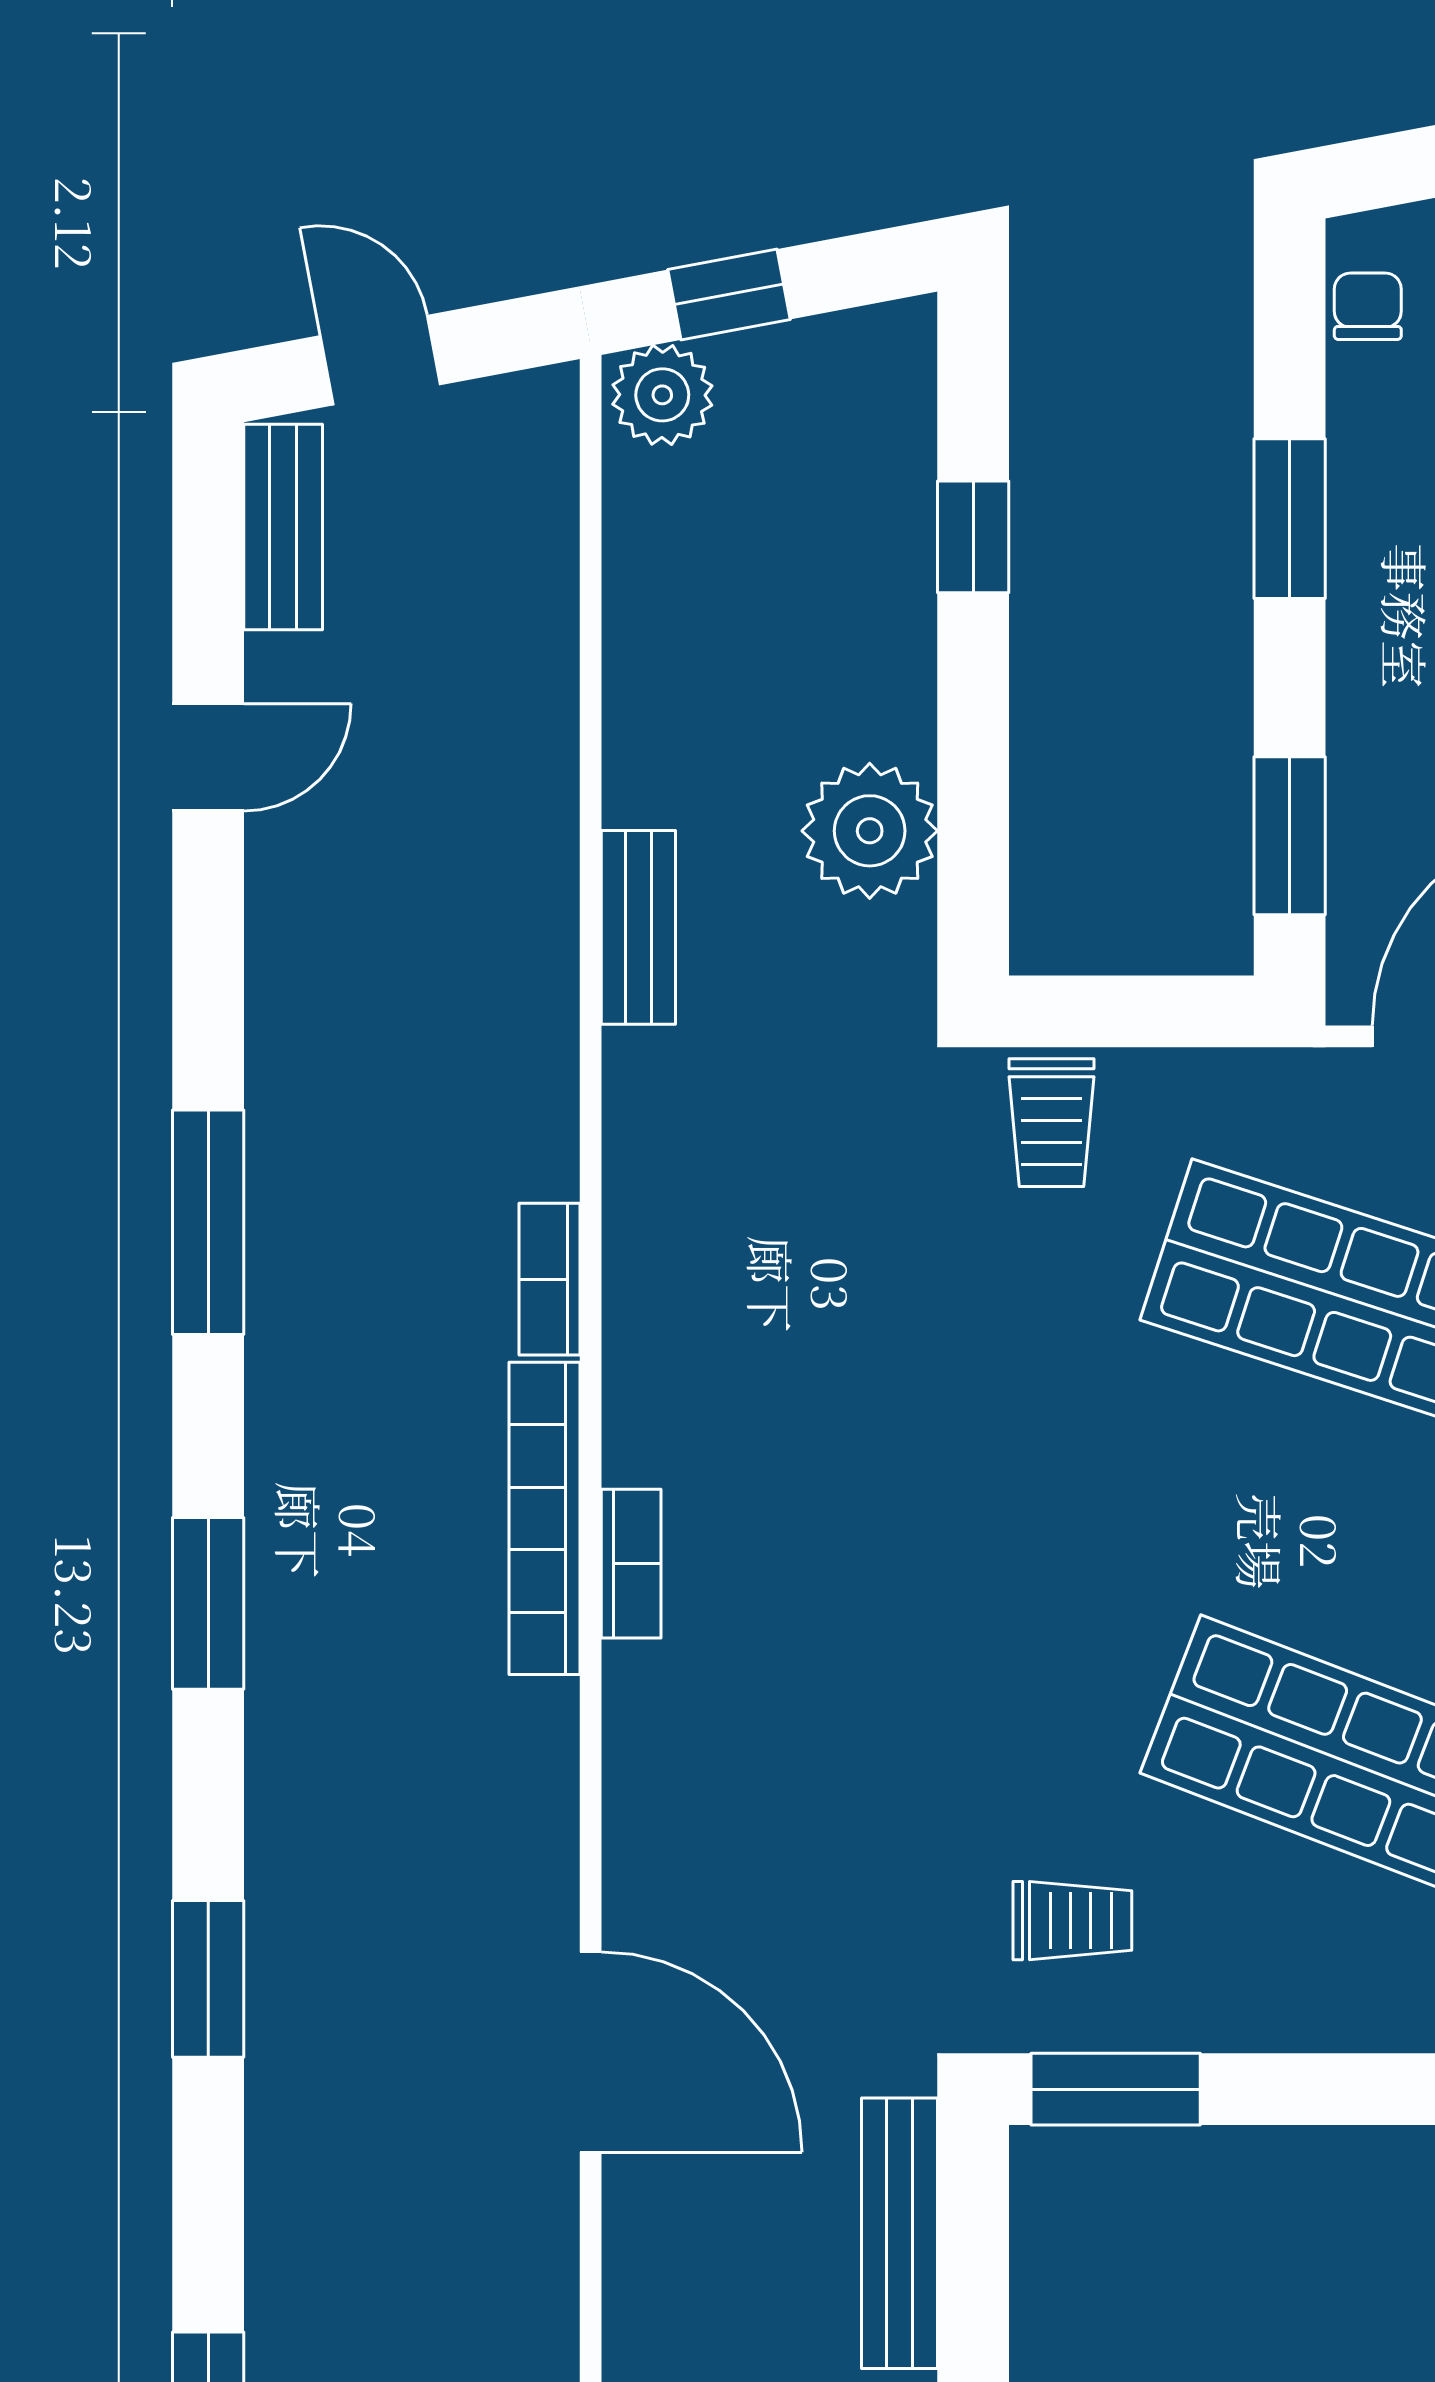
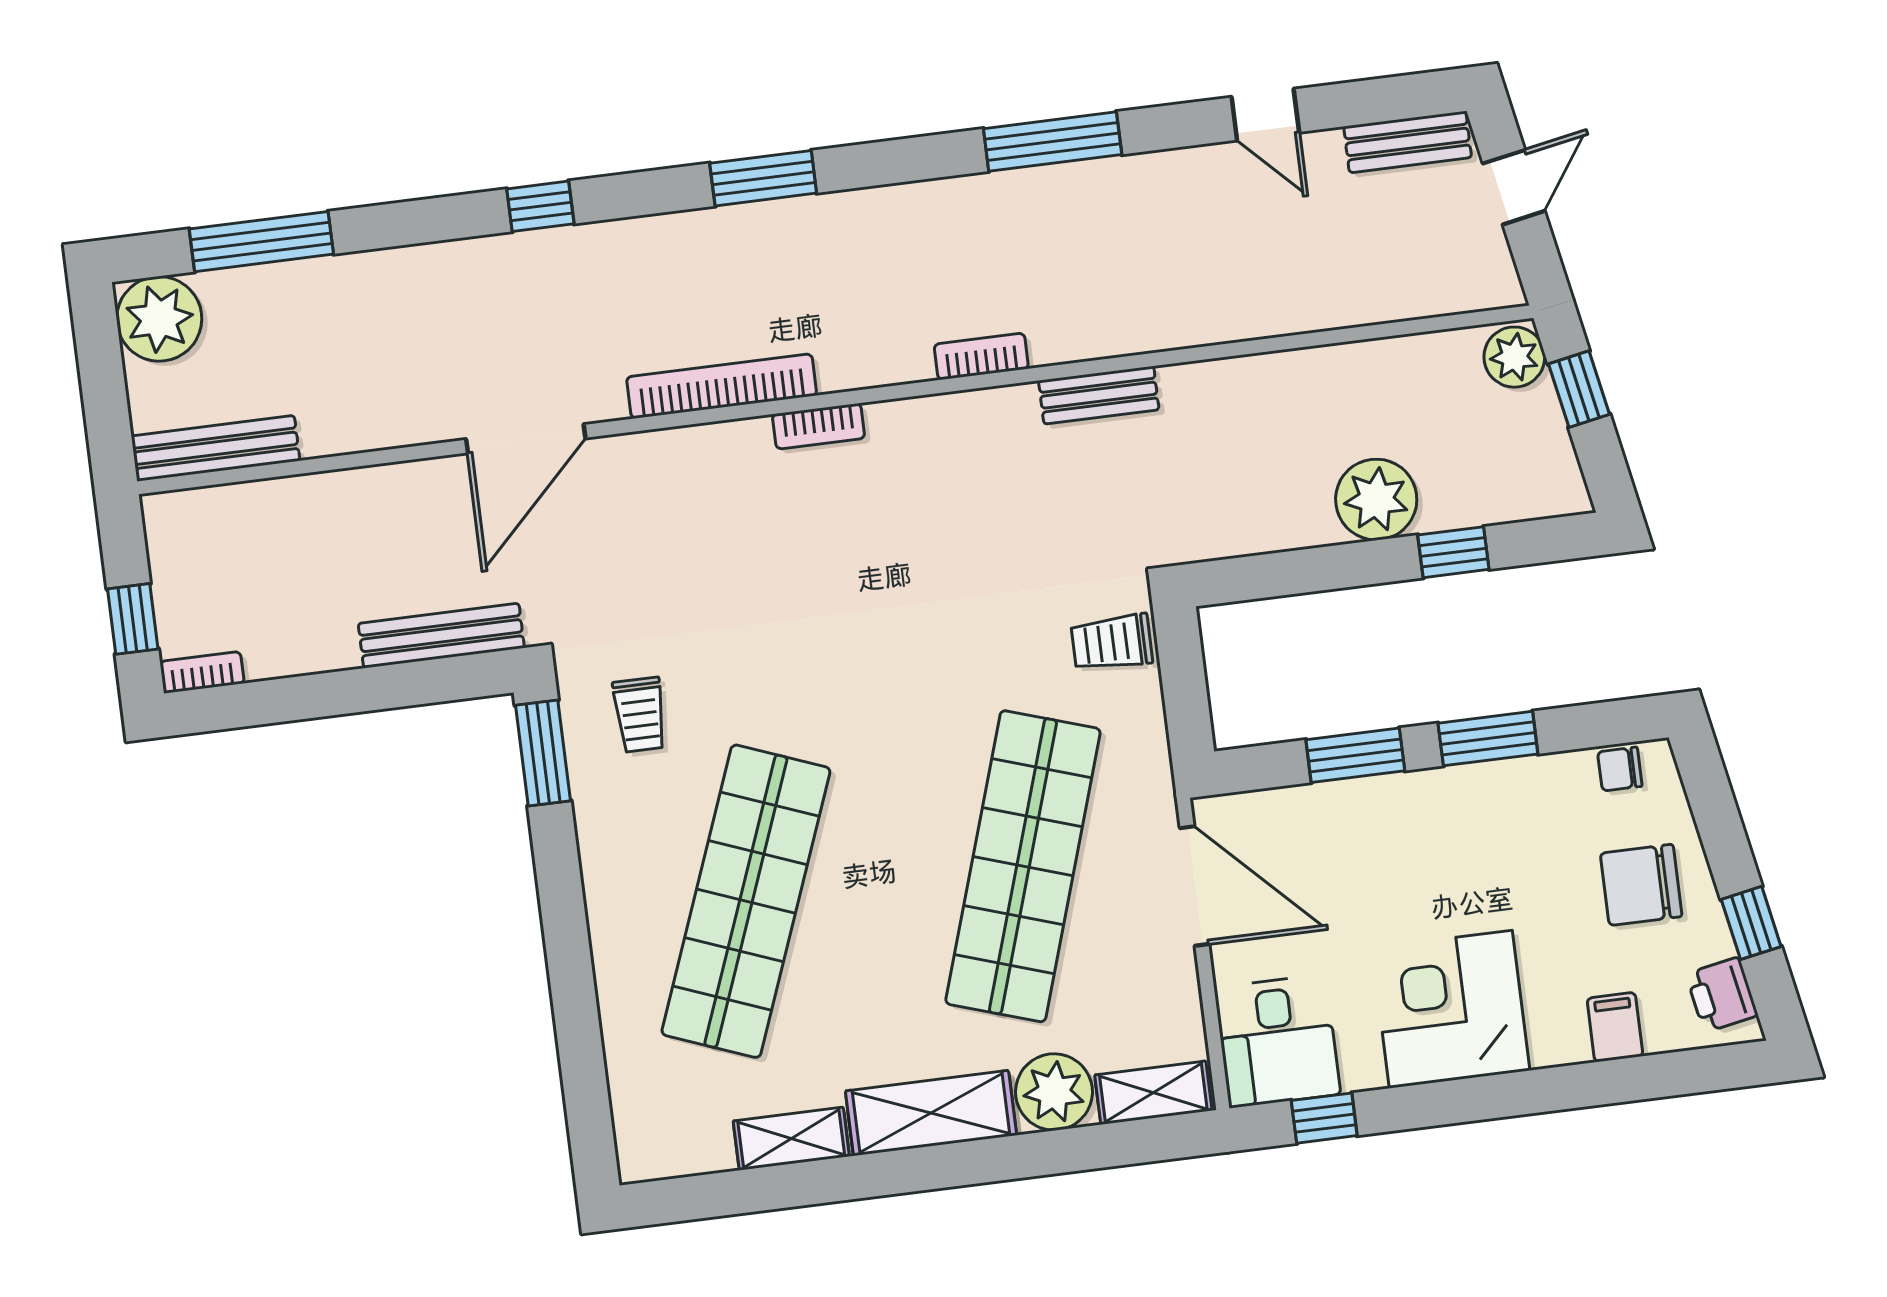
chair: (1368, 306) -> (1620, 769), turned 180
plant: (870, 831) -> (1376, 500), moved
window: (1290, 836) -> (1355, 755), moved
bench: (638, 927) -> (1099, 395), moved
window: (208, 1222) -> (1053, 142), moved
bookcase: (544, 1518) -> (722, 386), moved
window: (208, 1979) -> (540, 206), width x0.67

